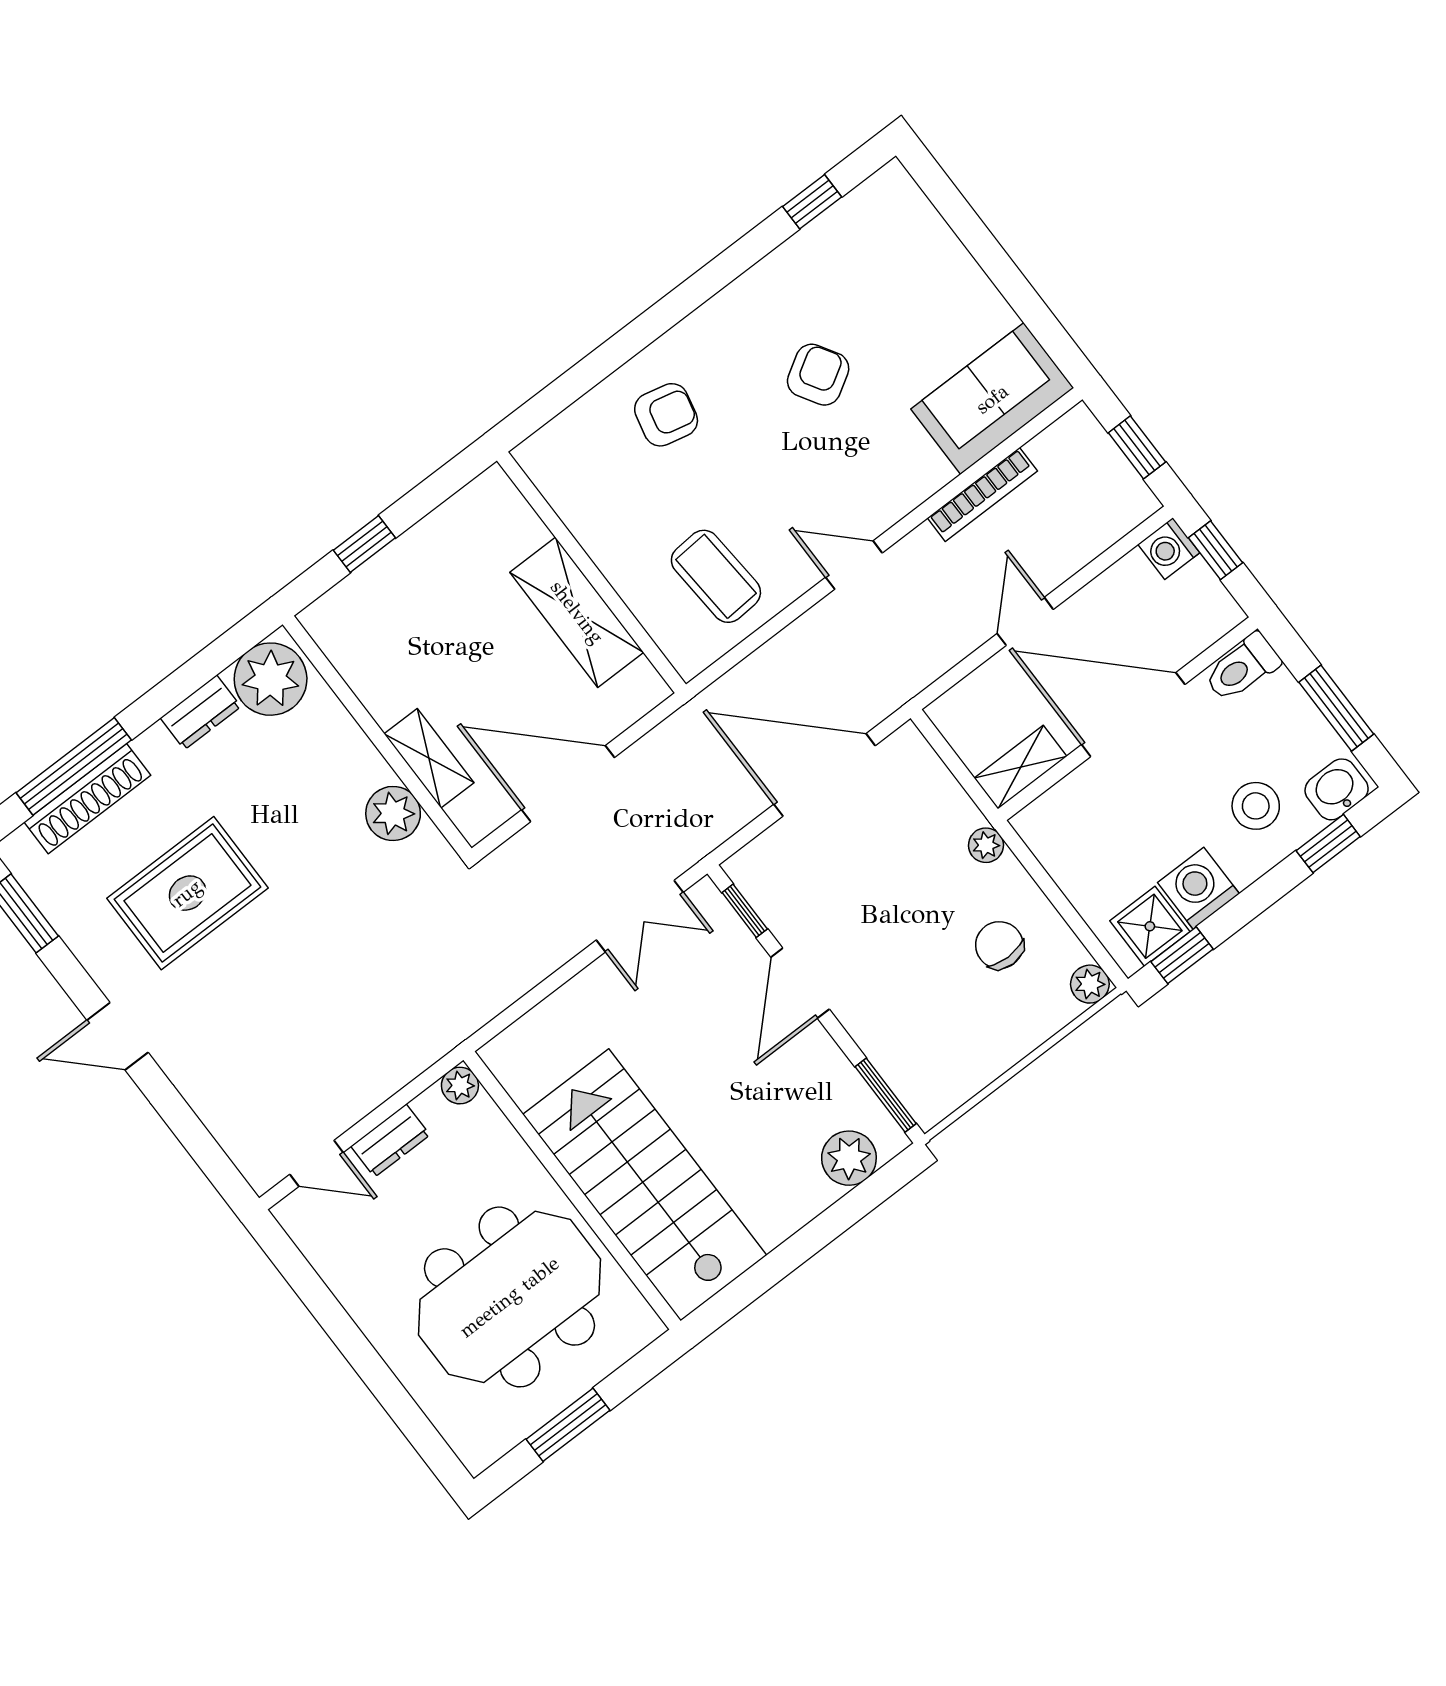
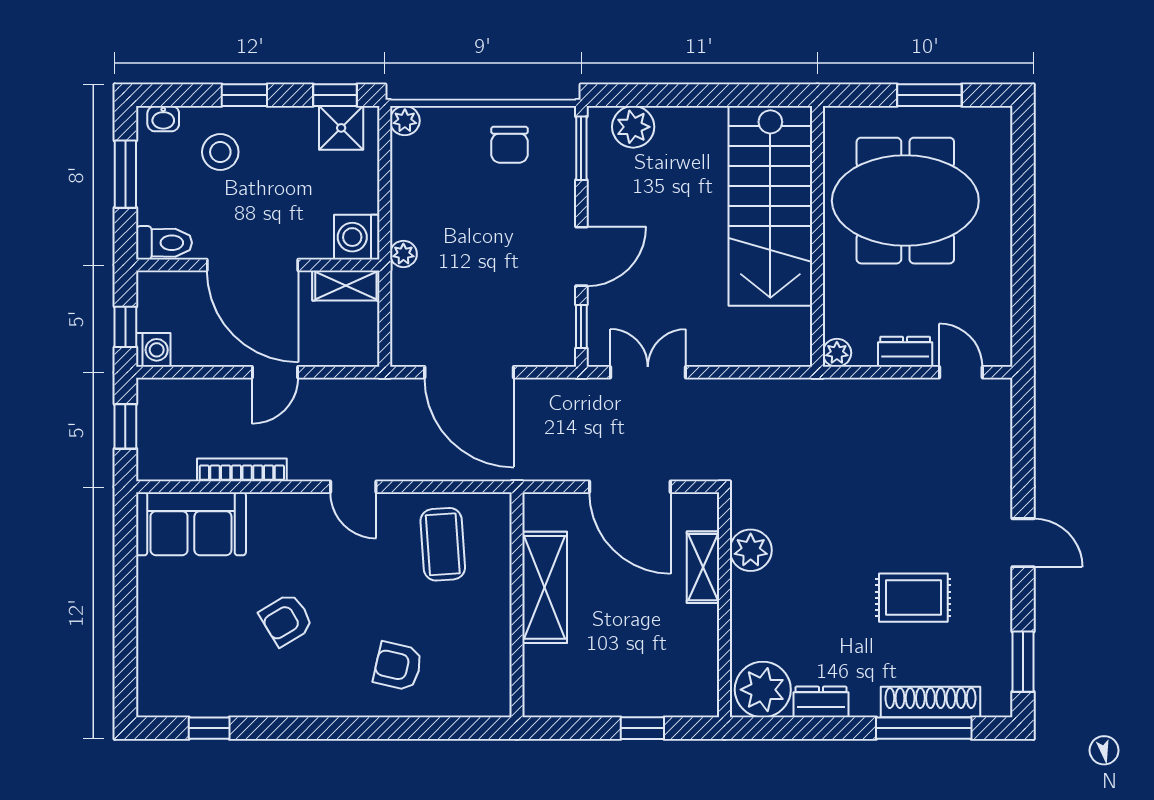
washbasin: (1337, 789) -> (163, 119), width x0.72, depth x0.69
window: (1328, 844) -> (244, 95), moved
washing machine: (1199, 888) -> (357, 237), moved, turned 90
rug: (187, 893) -> (913, 598), width x0.73, depth x0.70
chair: (999, 945) -> (510, 145), moved

